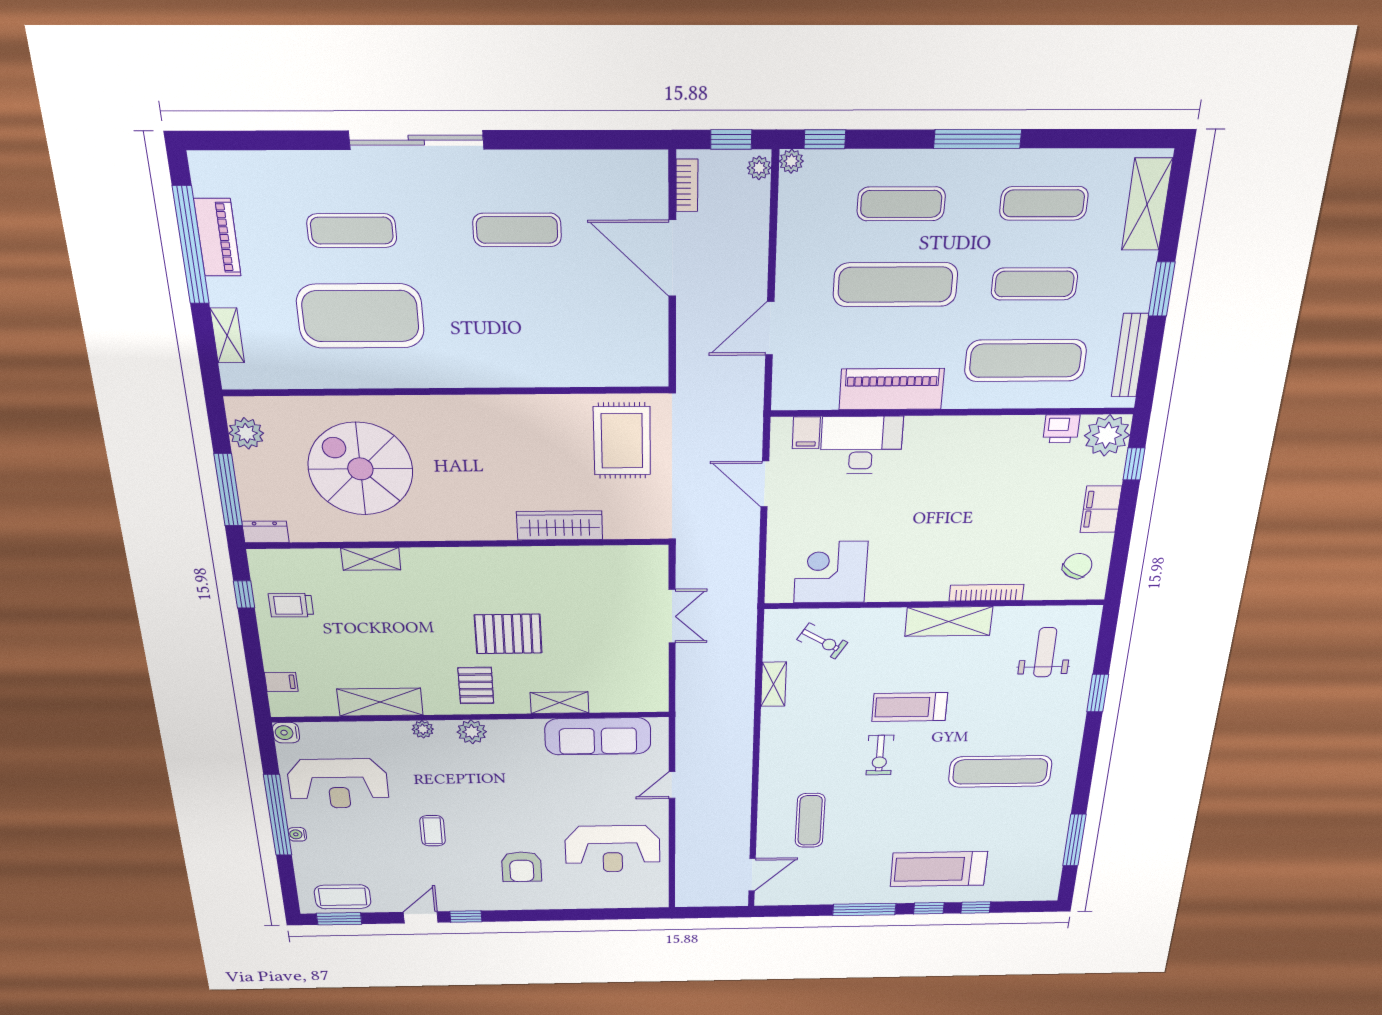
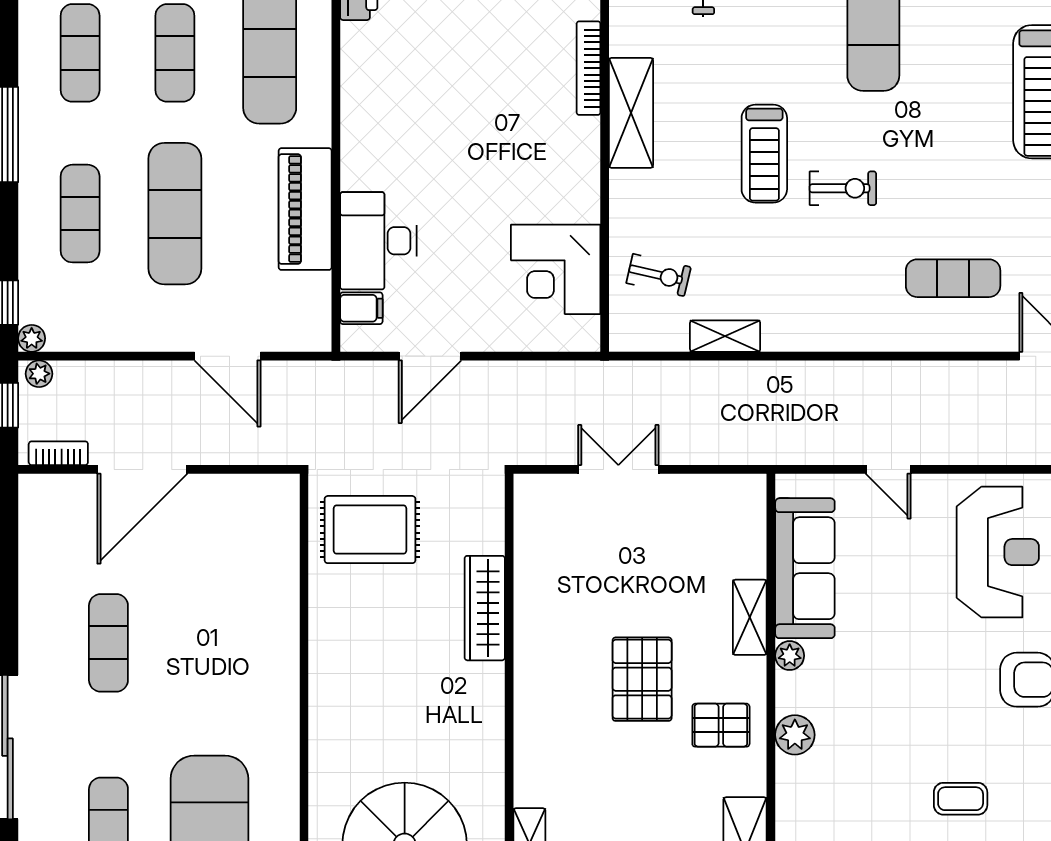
exercise bike: (822, 641) -> (659, 275), turned 72
plant: (423, 729) -> (790, 656), moved

